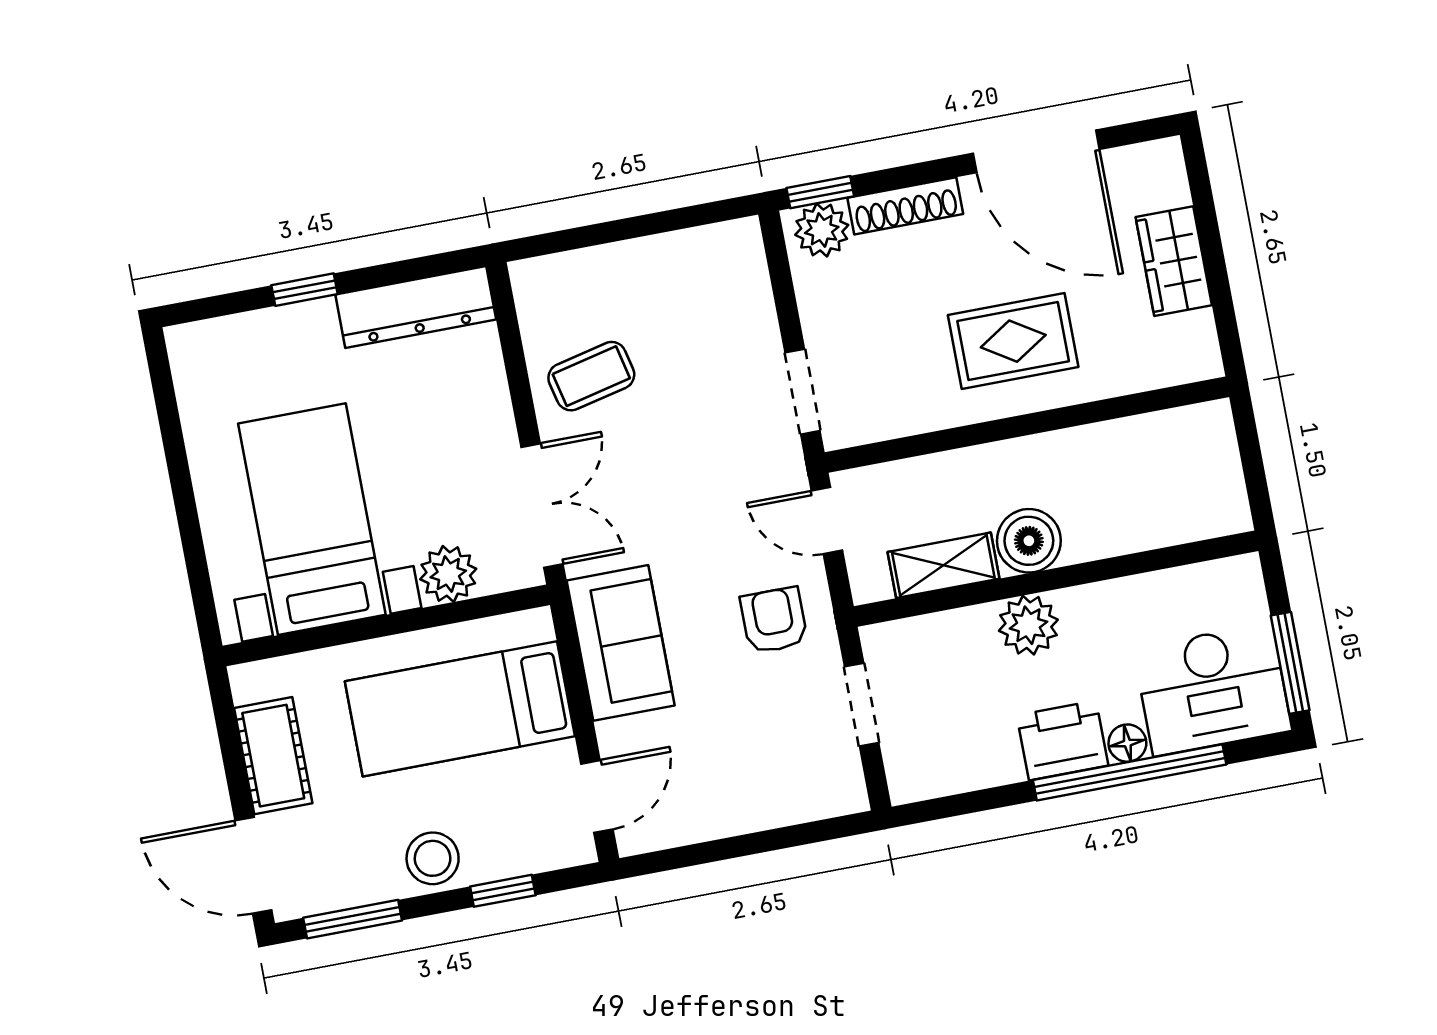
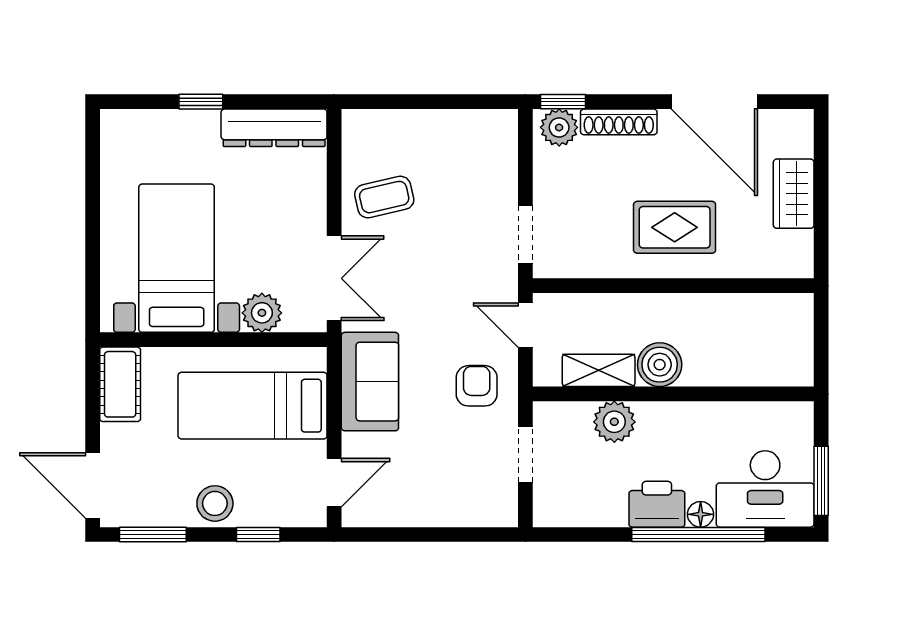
plant: (1028, 625) -> (614, 422), moved
cot: (273, 756) -> (120, 384), moved

